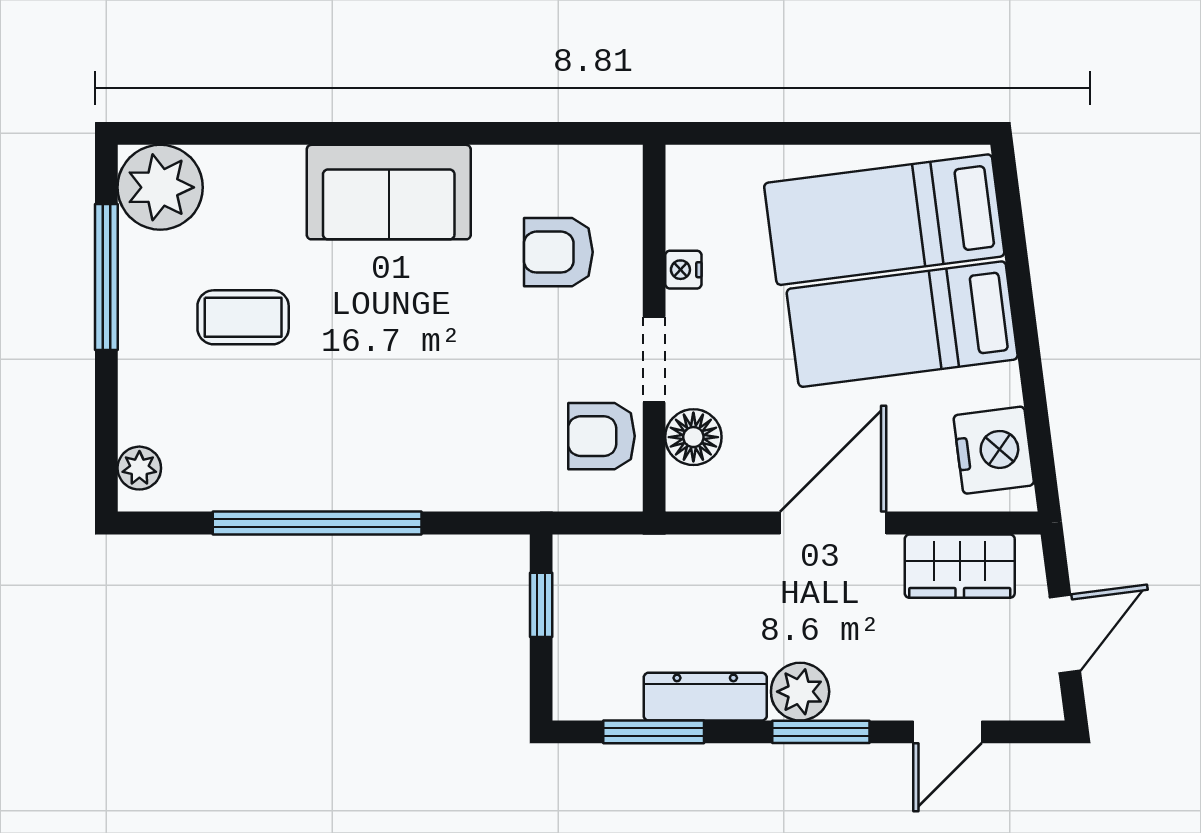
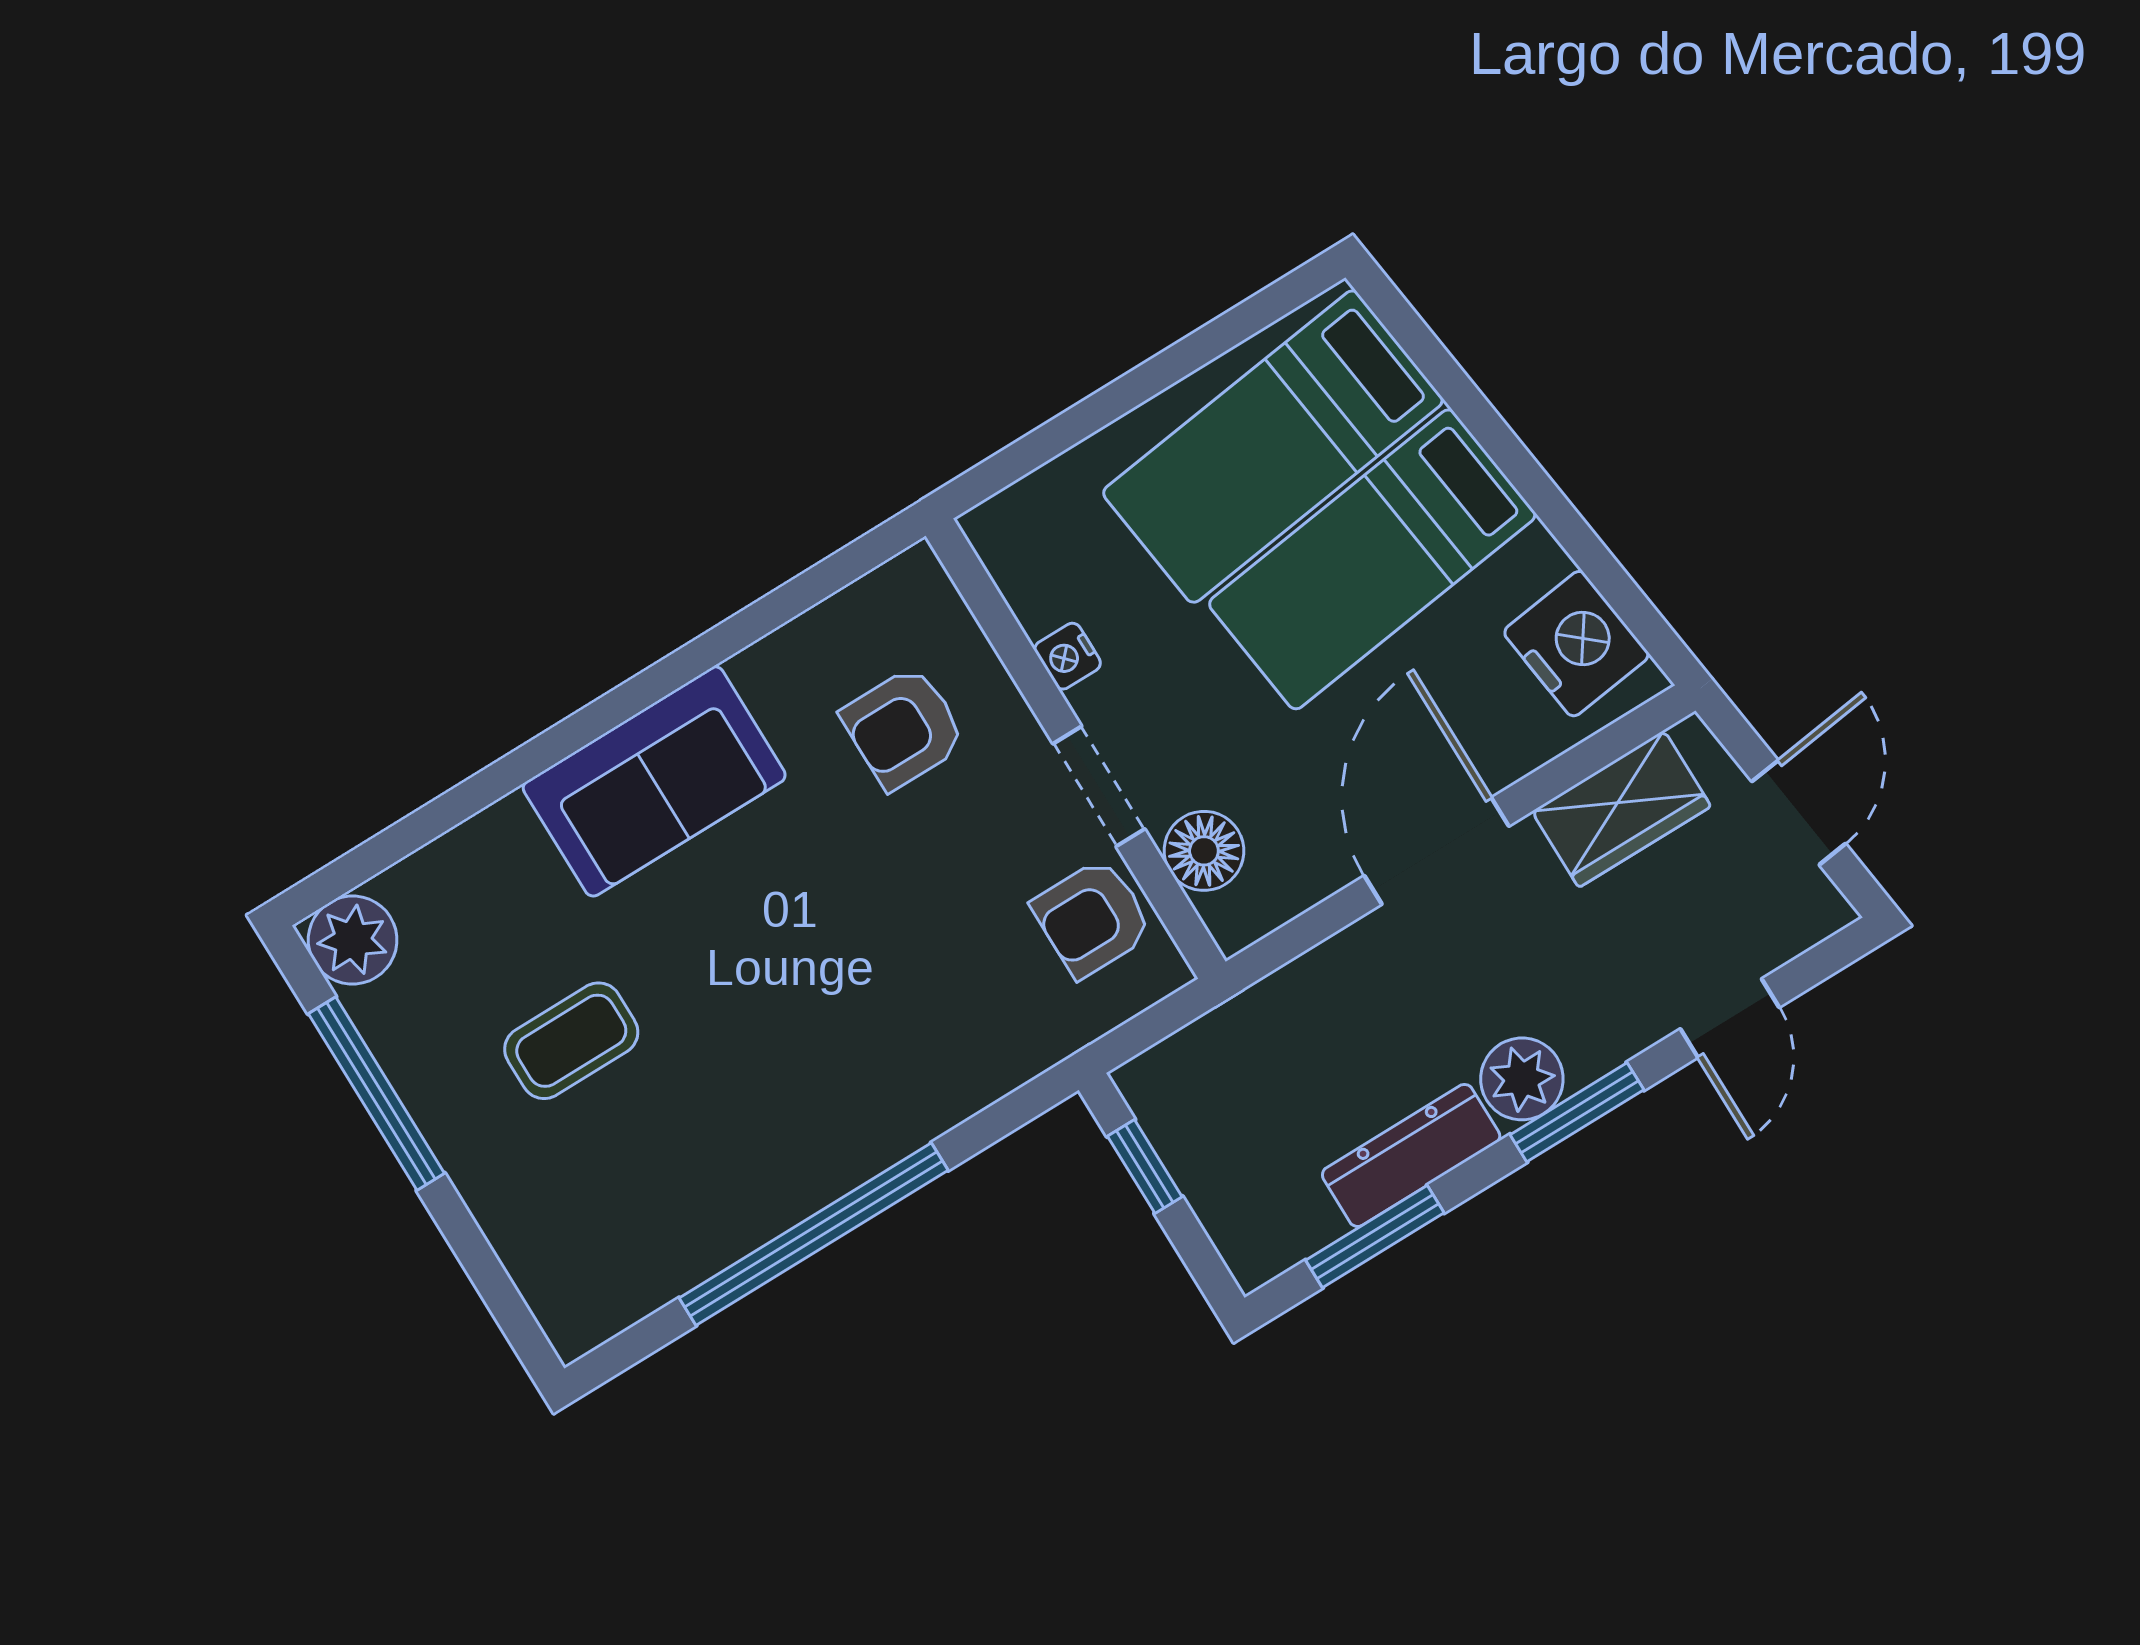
plant: (160, 187) -> (353, 940), width x0.73, depth x0.73
plant: (139, 468) -> (558, 1300), removed

